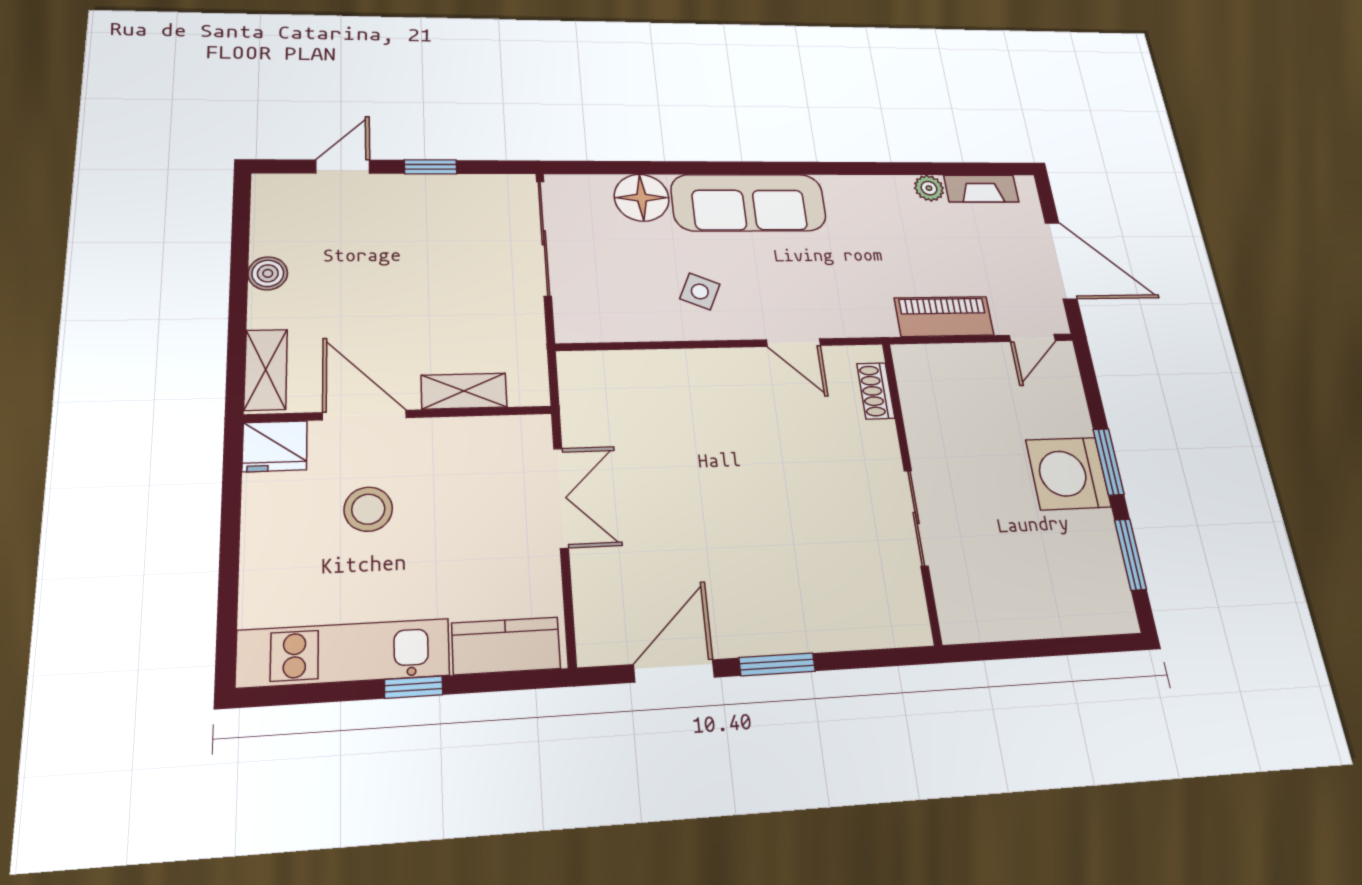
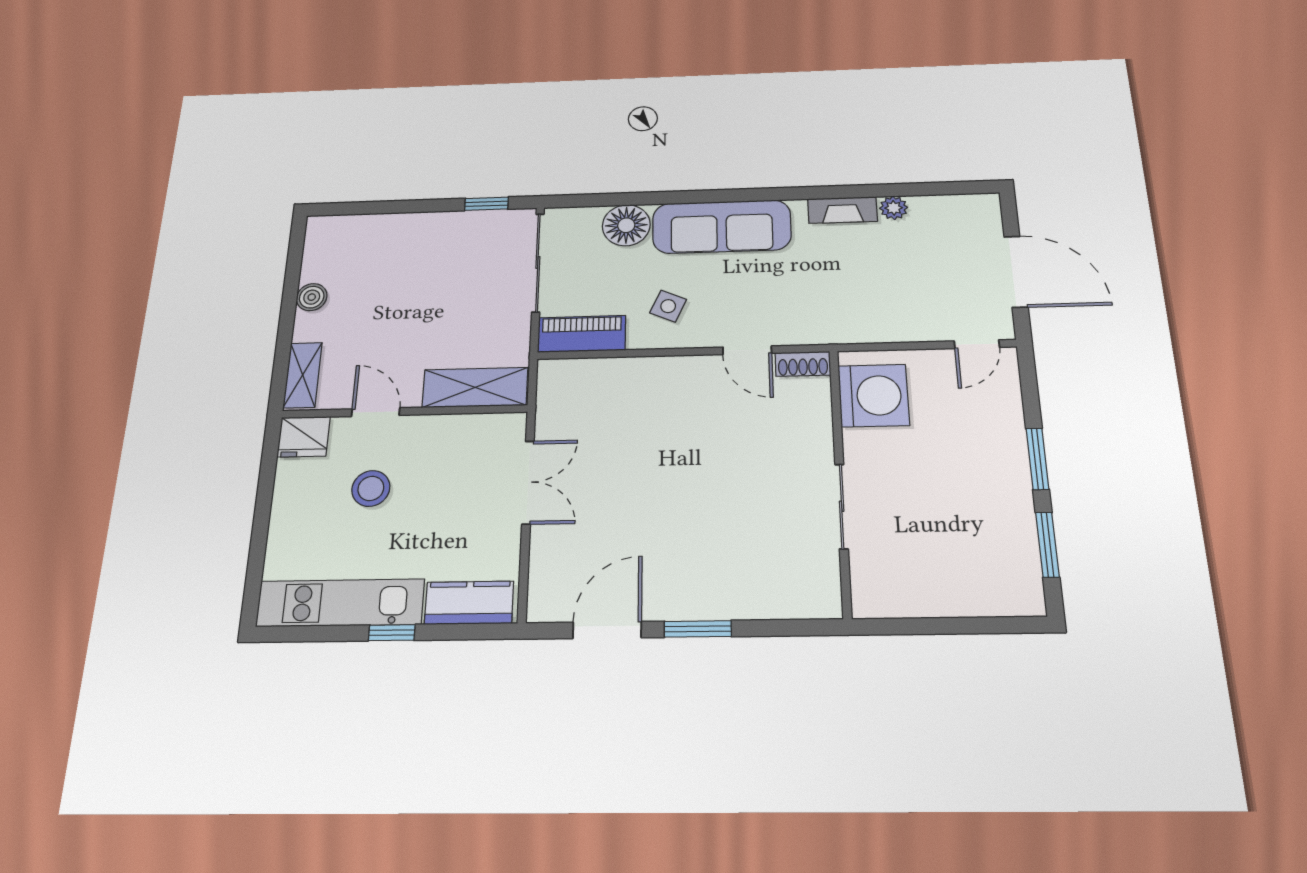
door: (343, 167) -> (379, 207), removed
window: (430, 167) -> (487, 204), moved
fireplace: (981, 189) -> (842, 210), moved
piano: (944, 317) -> (582, 334), moved
shelving: (464, 391) -> (475, 387), width x1.50, depth x1.33
shoe rack: (876, 391) -> (803, 364), moved, turned -90
door: (364, 415) -> (376, 412), width x0.73
washing machine: (1068, 473) -> (874, 395), moved, turned 180

